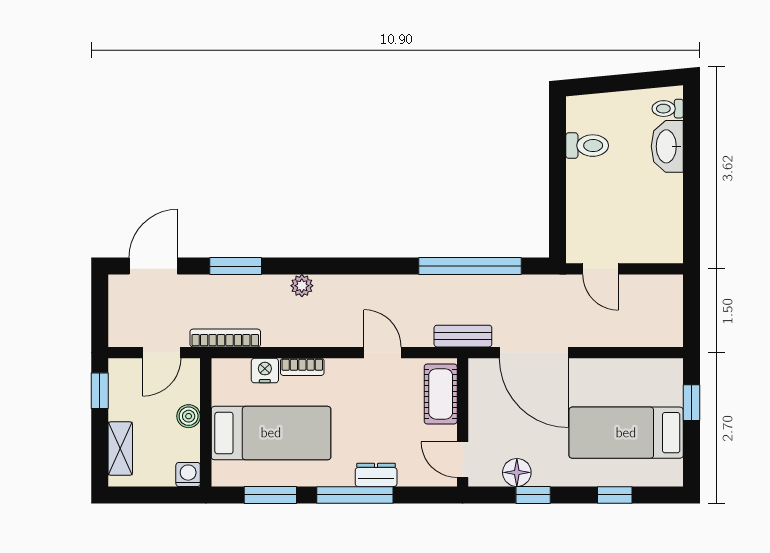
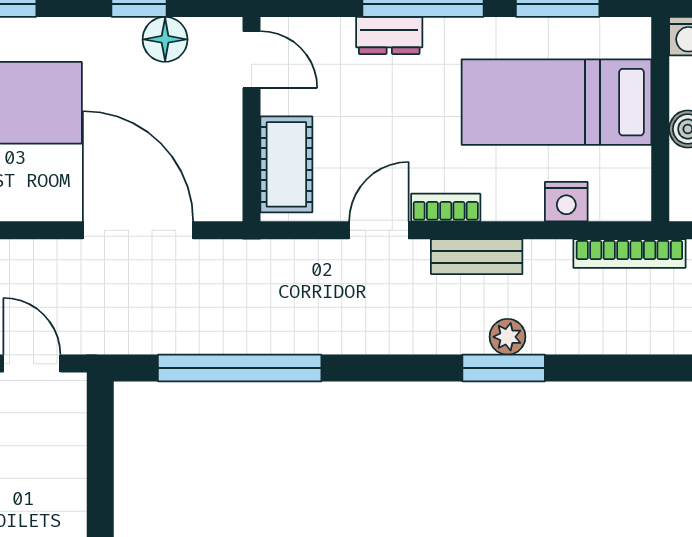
window: (236, 266) -> (504, 368), moved
bench: (463, 336) -> (477, 257), moved
door: (383, 353) -> (379, 230), swing flipped
bookcase: (302, 367) -> (446, 207), moved

